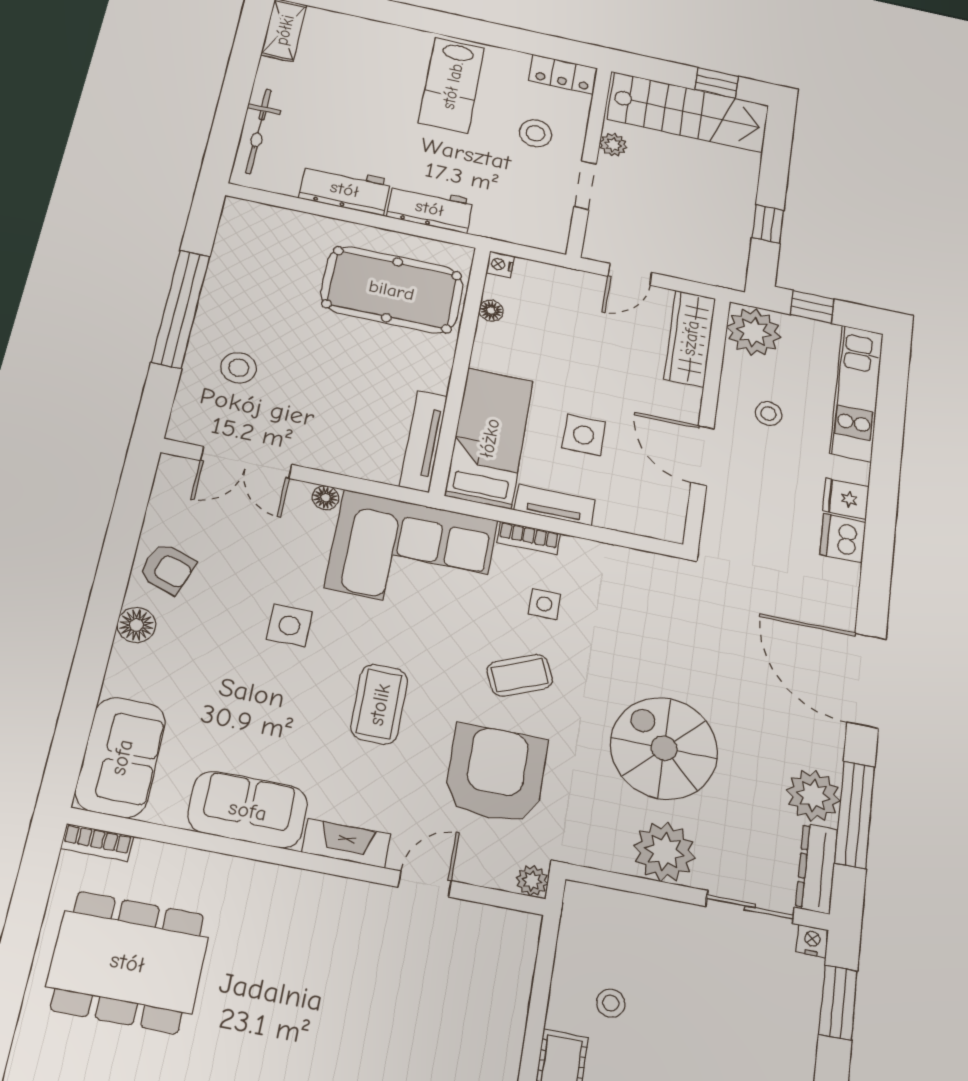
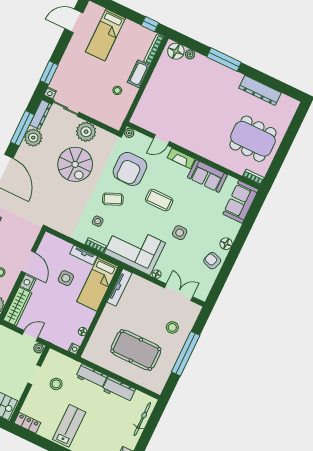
stool: (536, 133) -> (56, 384), moved
plant: (613, 145) -> (39, 348), moved
pool table: (392, 290) -> (136, 350), moved
nightstand: (685, 403) -> (28, 283), added
coffee table: (379, 704) -> (159, 200), turned 90

